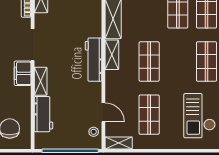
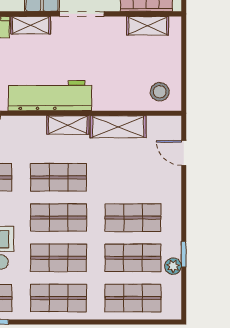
workbench: (94, 60) -> (50, 96), width x1.36, depth x1.32
shop shelf: (178, 61) -> (58, 218), added

